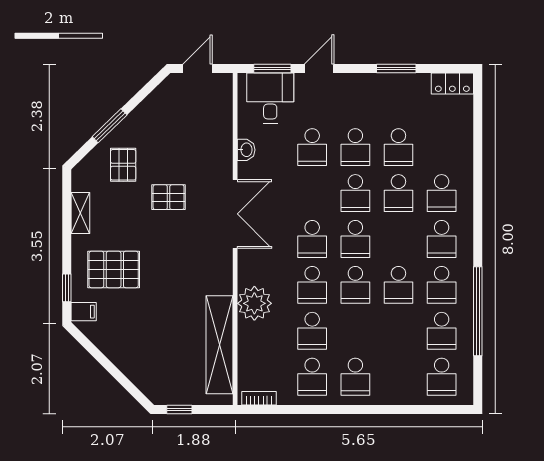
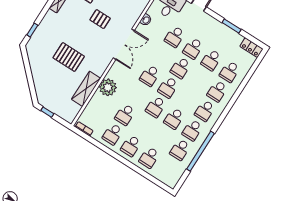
school desk: (398, 193) -> (230, 72), moved
pallet: (114, 269) -> (69, 57), moved
school desk: (312, 285) -> (137, 95), removed
filing cabinet: (84, 312) -> (33, 45), removed
shelving: (220, 345) -> (86, 89), width x0.68
school desk: (442, 377) -> (149, 157), moved

